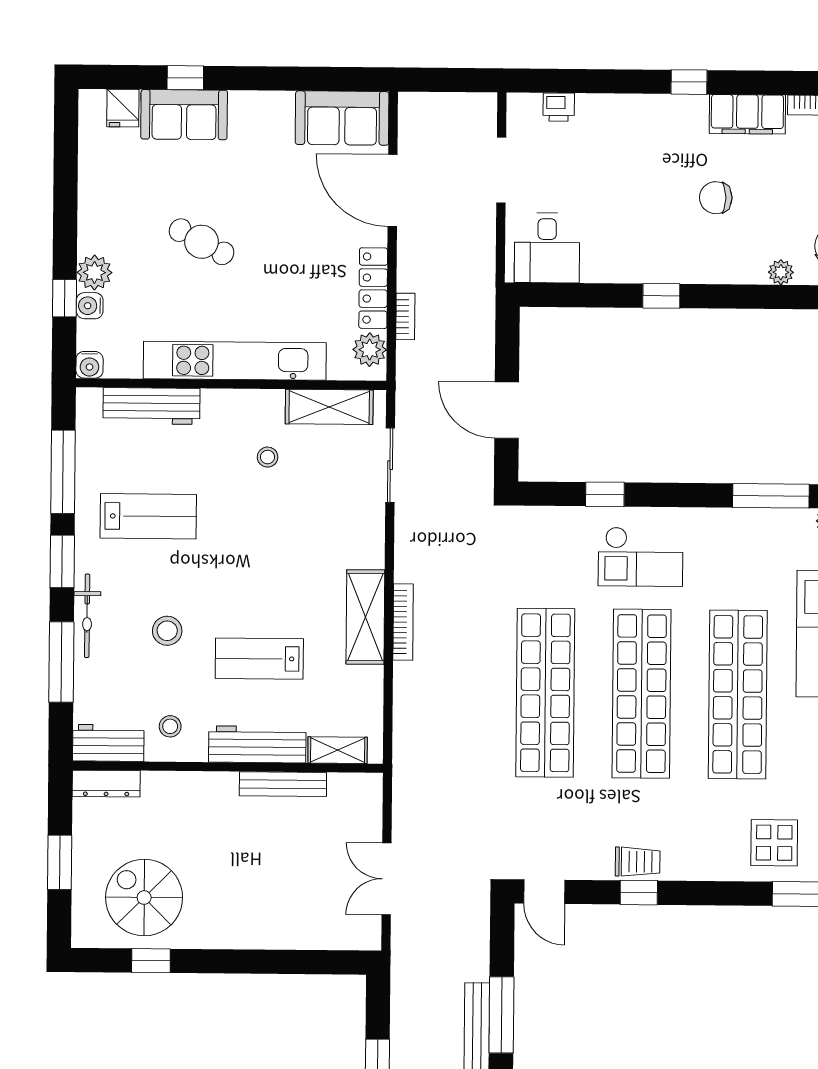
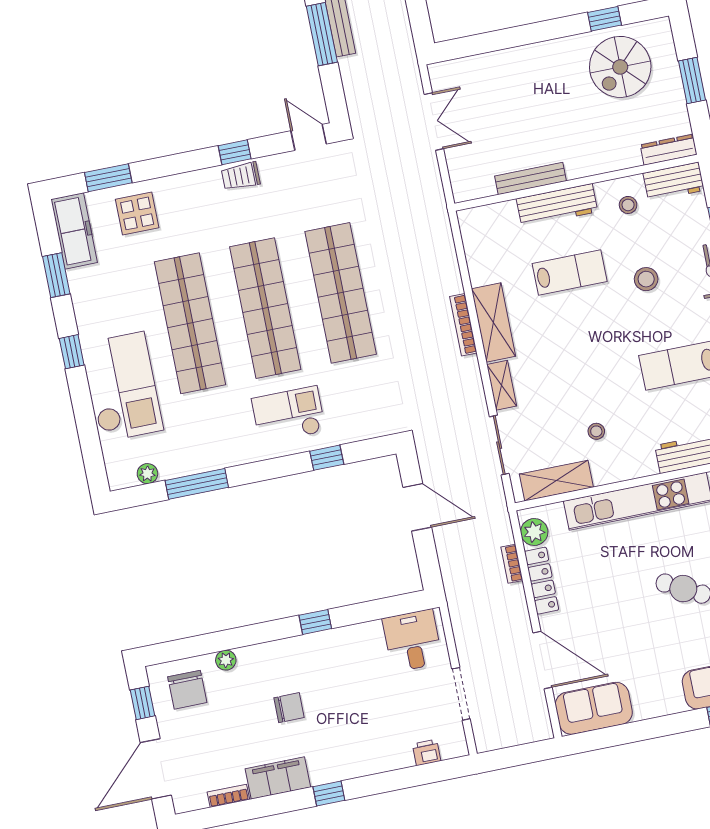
shelving: (338, 750) -> (502, 385), moved, turned 90
spiral stairs: (144, 898) -> (620, 67), turned 90

